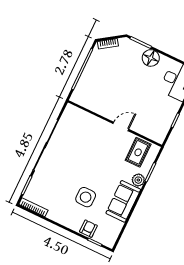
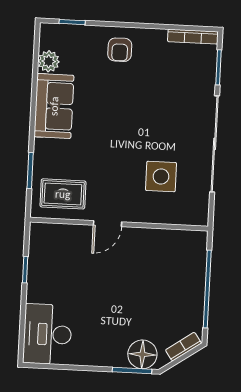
floor lamp: (151, 58) -> (142, 354), moved
rug: (138, 152) -> (63, 194), turned 90
plant: (138, 180) -> (49, 61), moved
side table: (86, 197) -> (161, 176), moved
armchair: (88, 229) -> (120, 50), moved

